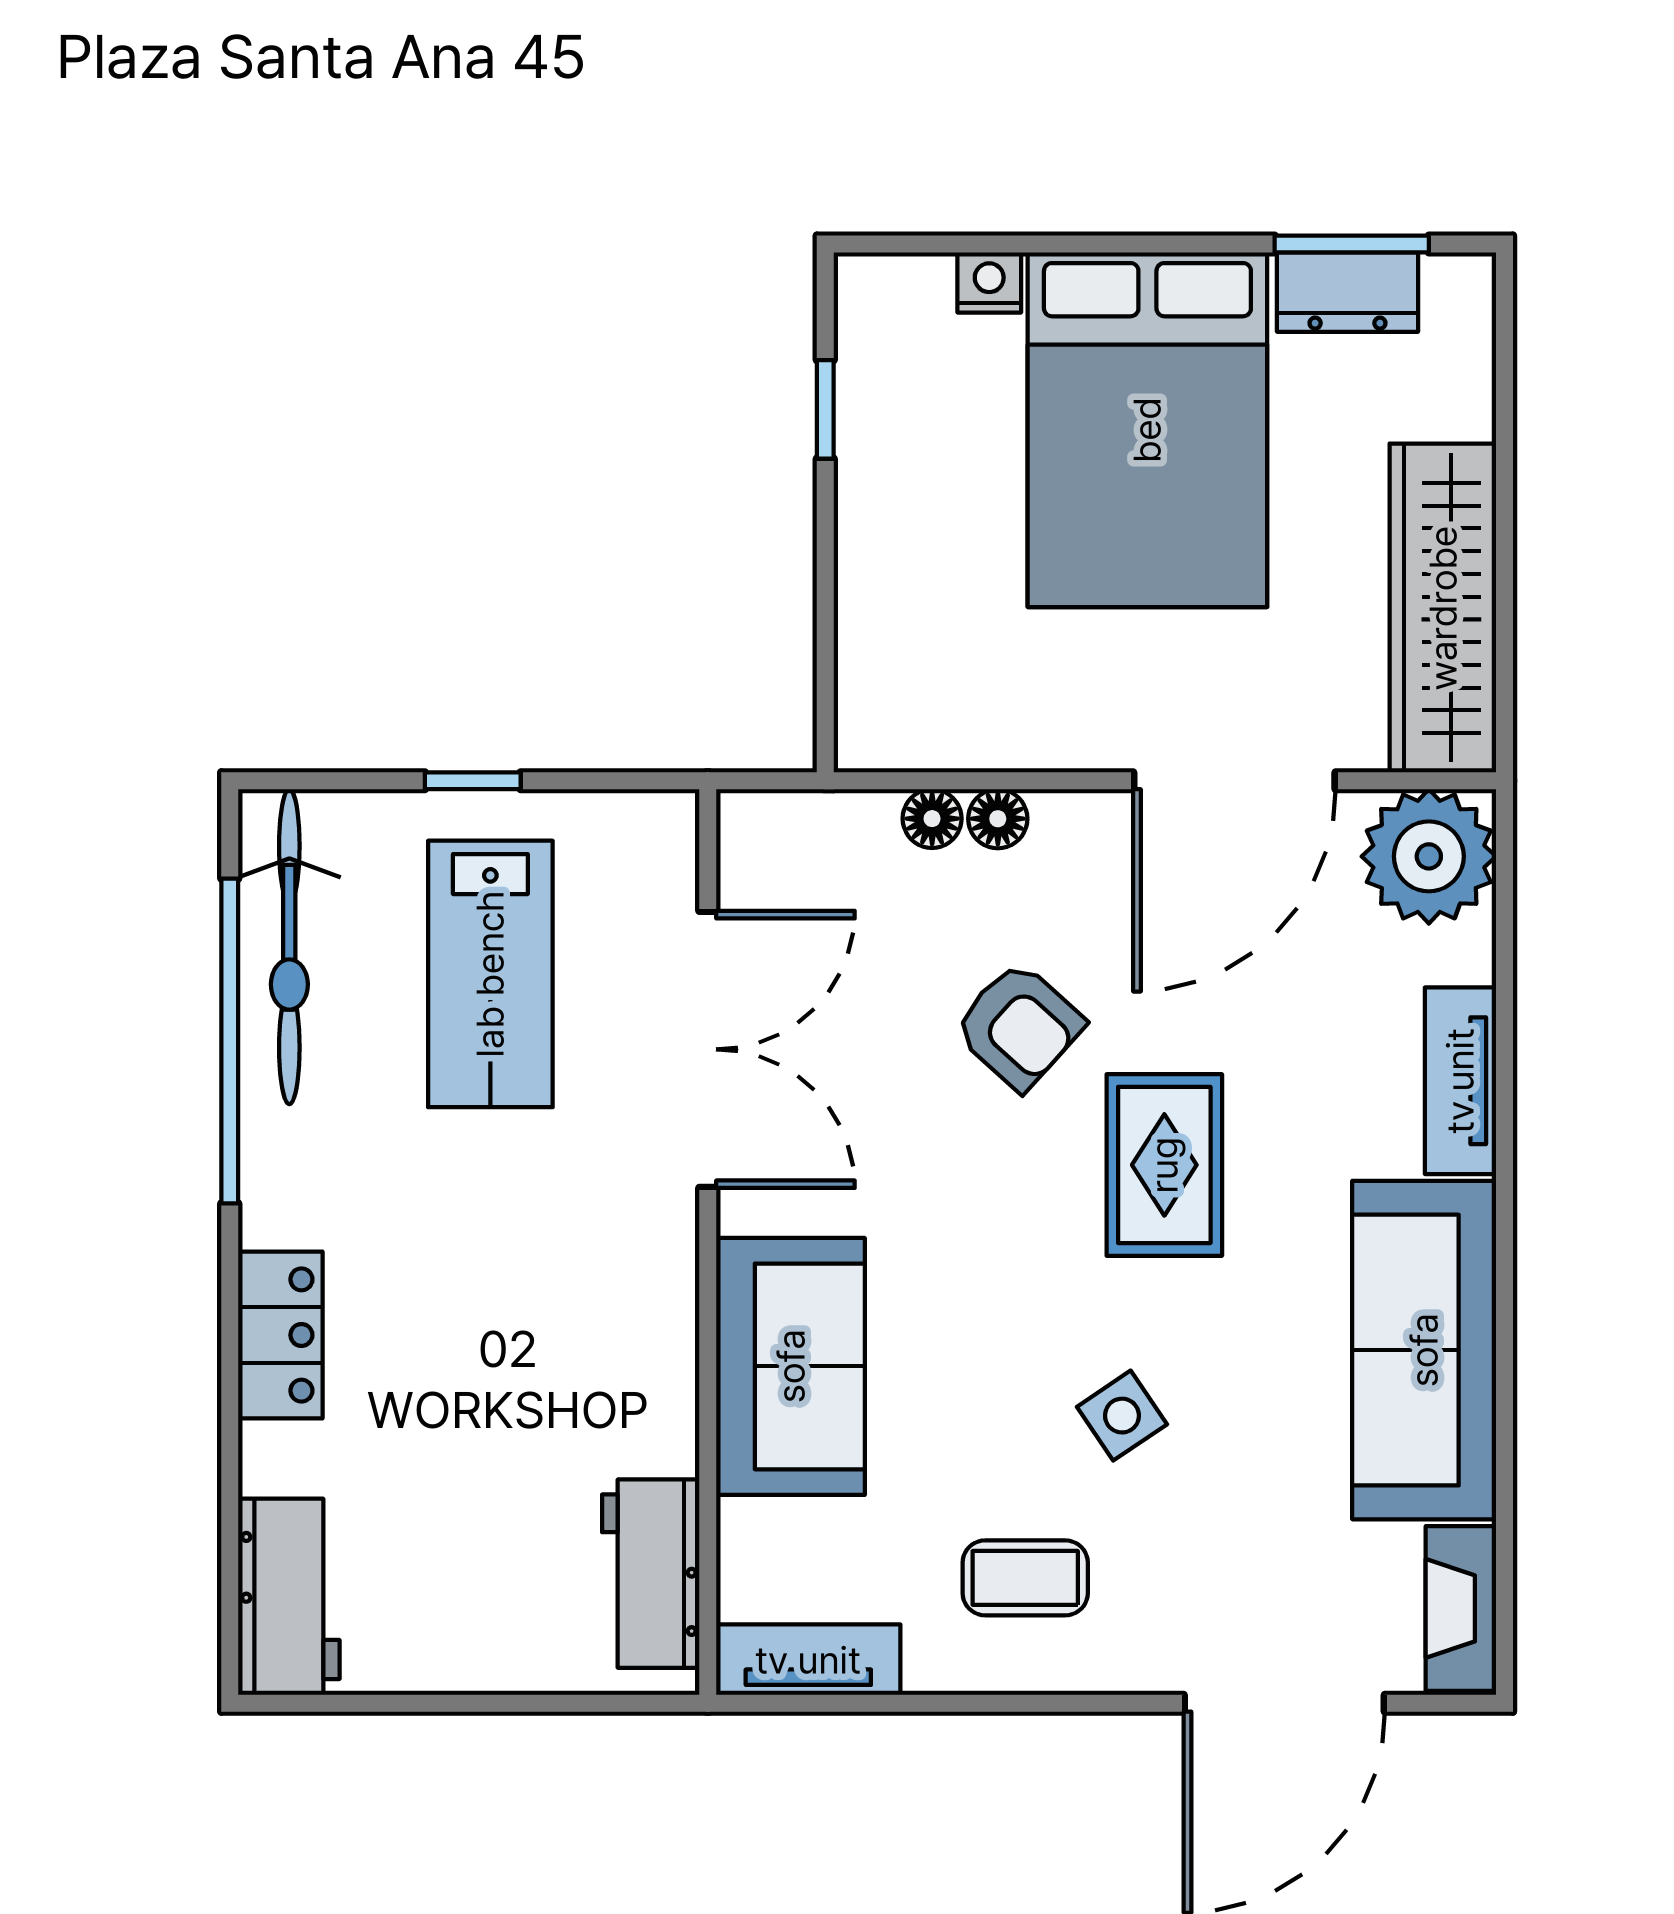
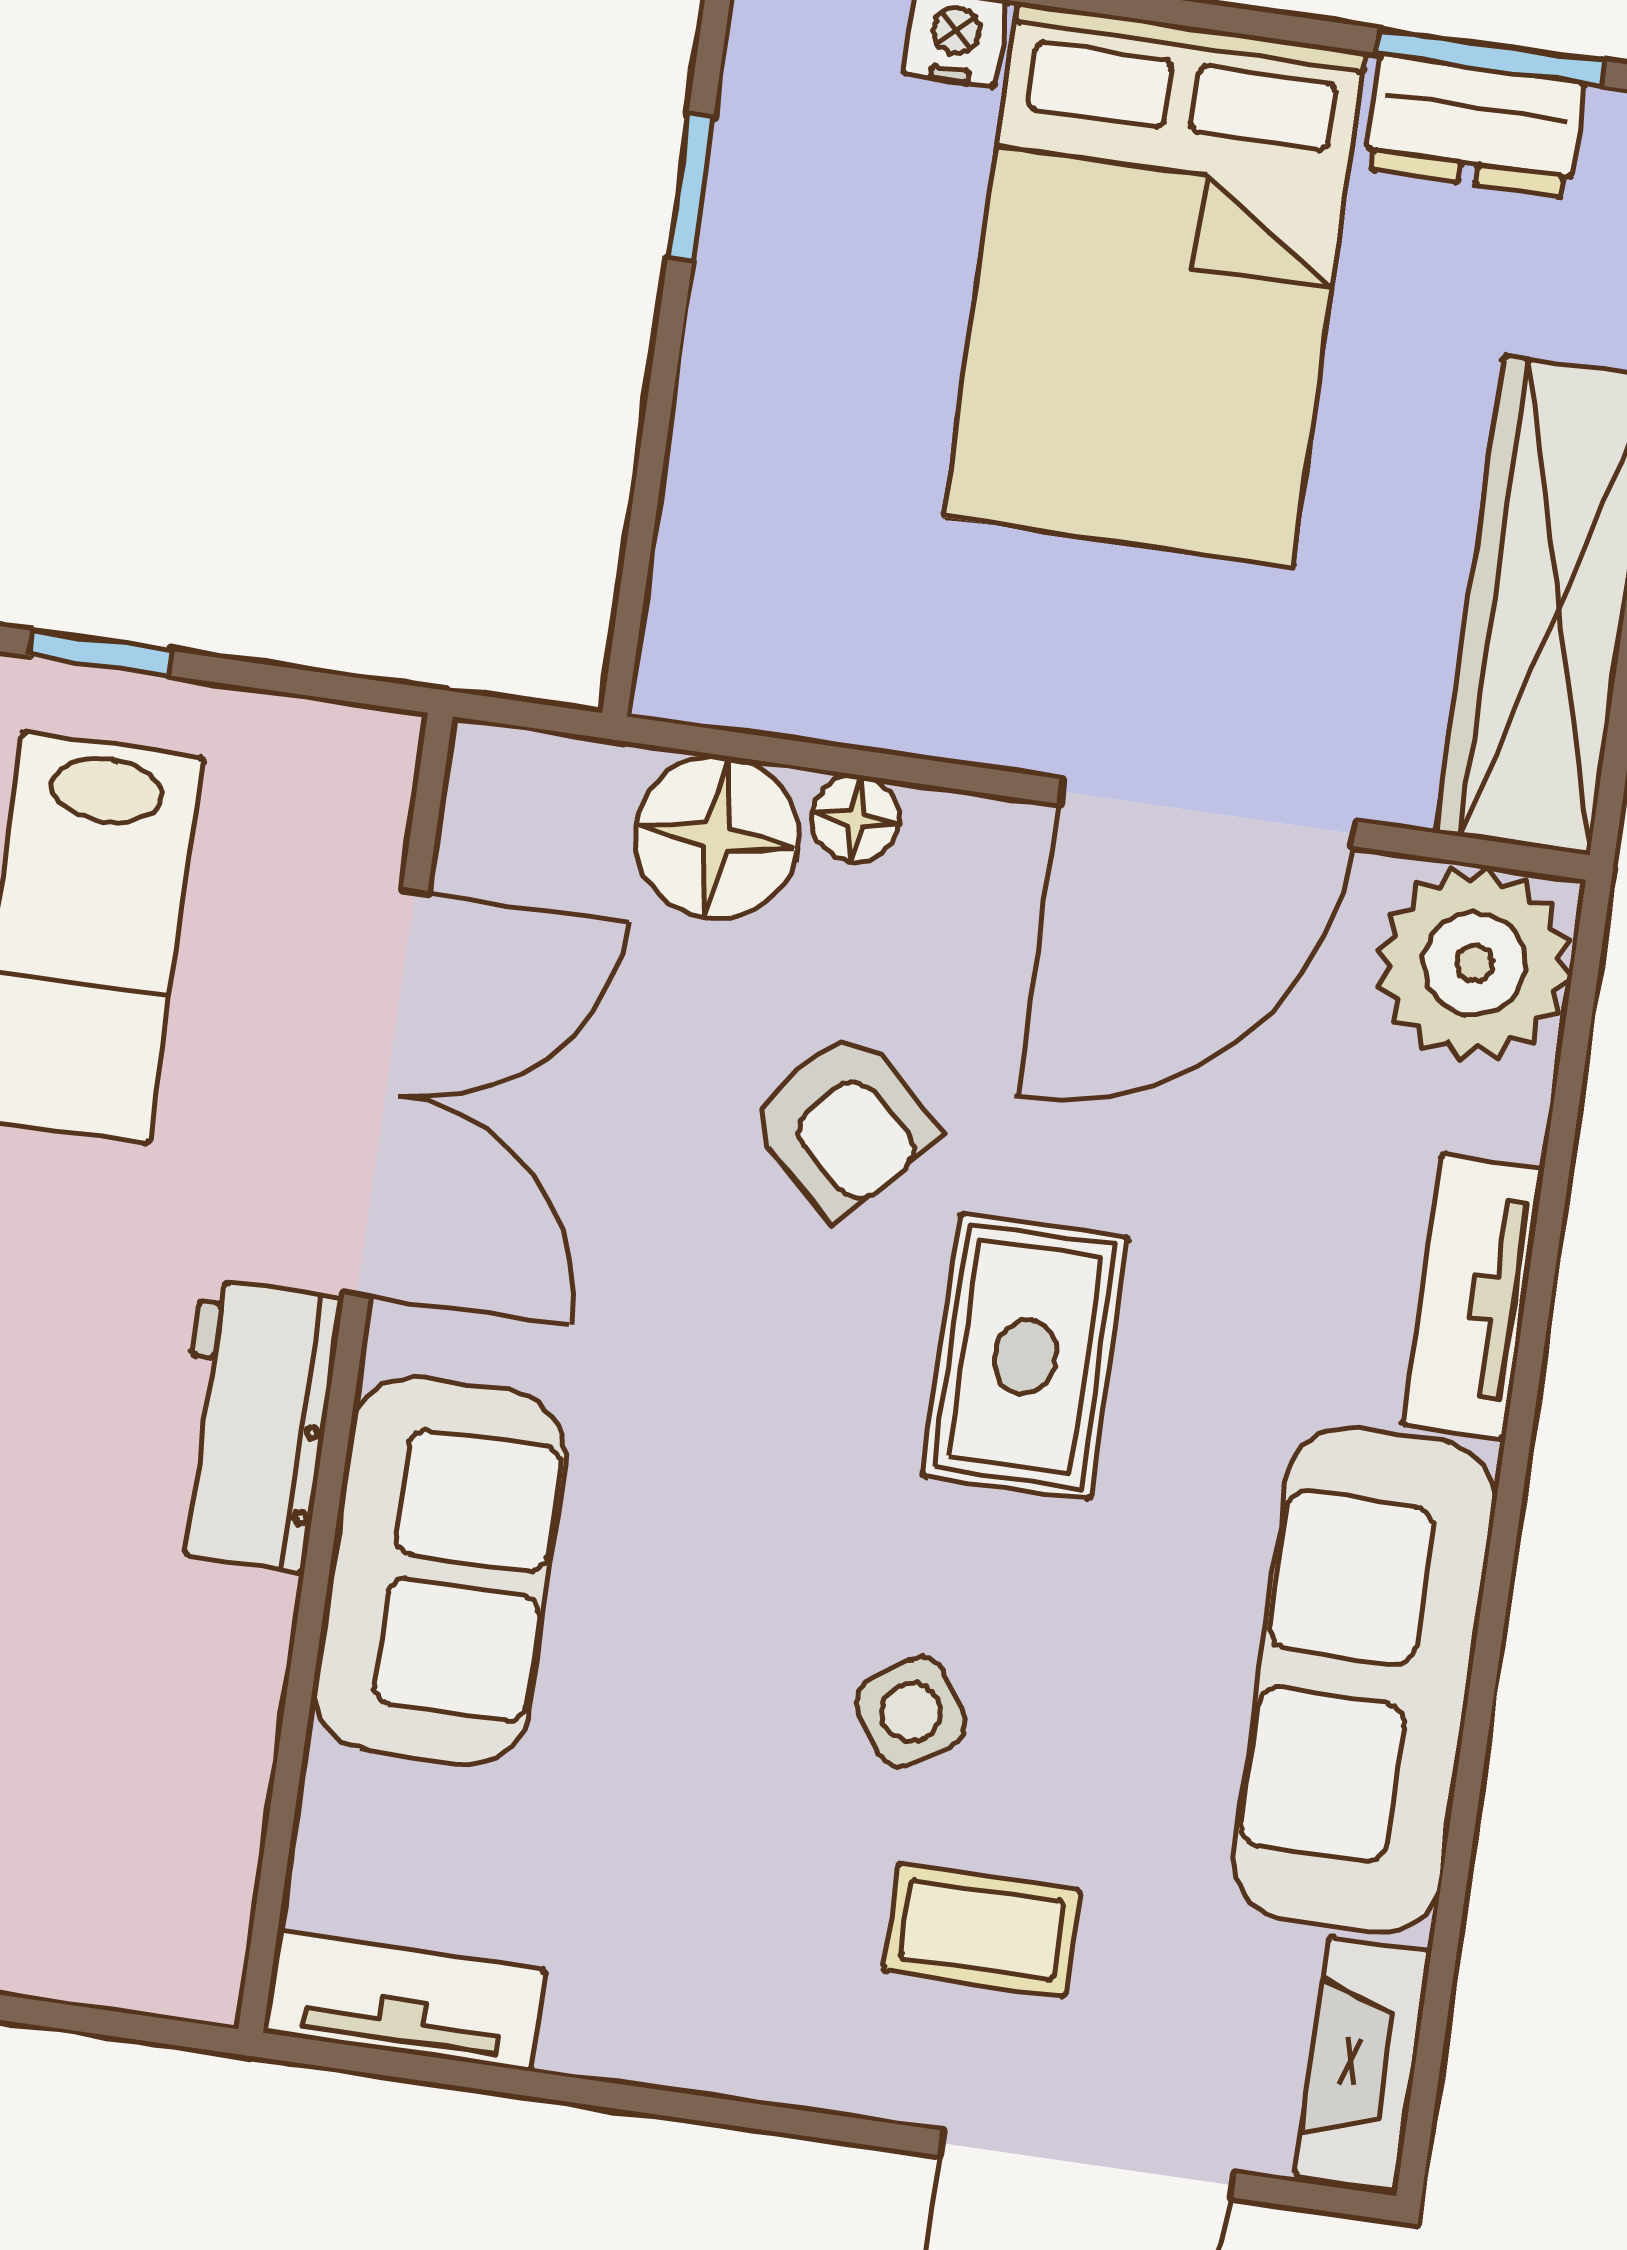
floor lamp: (932, 819) -> (717, 837), width x1.89, depth x1.89
workbench: (651, 1574) -> (253, 1426), moved
coffee table: (1025, 1578) -> (982, 1930), moved

